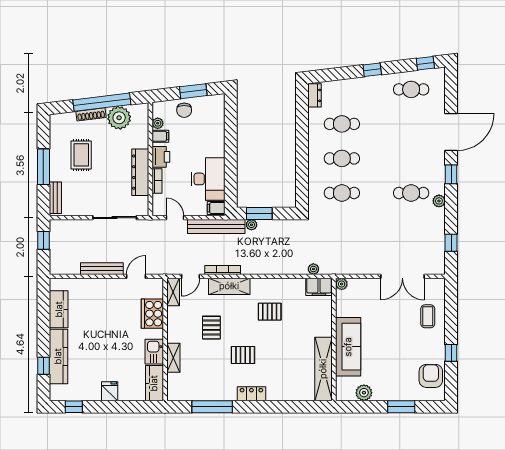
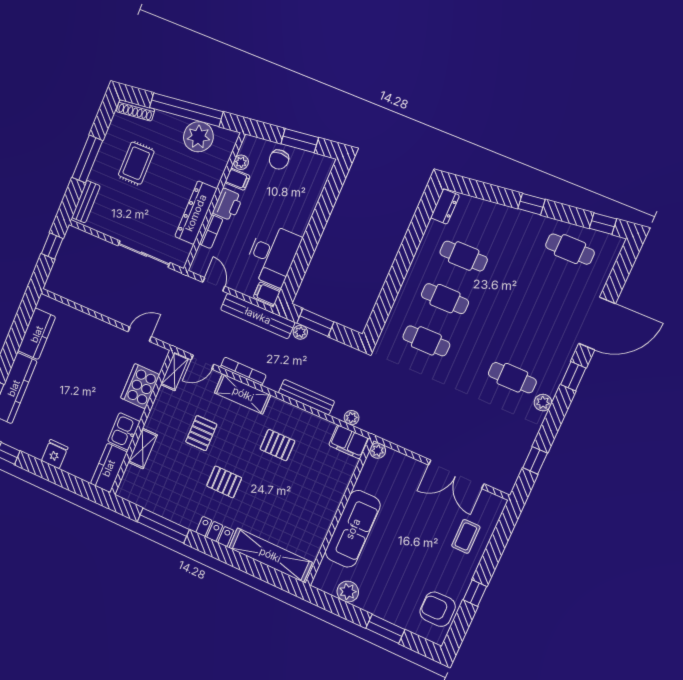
shoe rack: (91, 114) -> (135, 110), moved
bench: (102, 269) -> (306, 397), moved
shelving: (323, 369) -> (270, 555), moved, turned 90
armchair: (431, 376) -> (438, 609), turned -90

